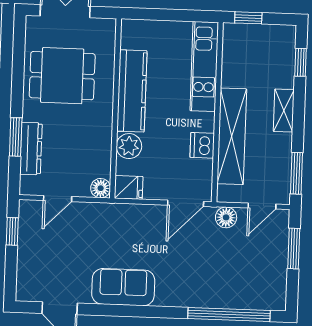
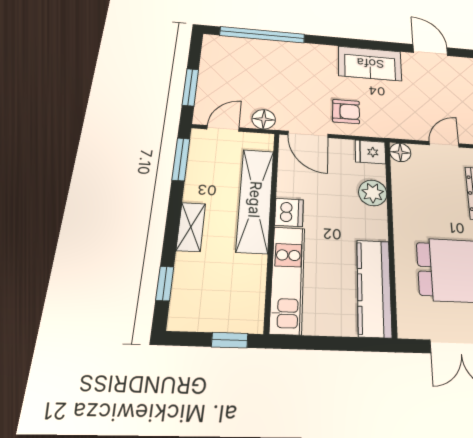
kitchen counter: (132, 91) -> (374, 288), moved
dishwasher: (202, 145) -> (289, 212), moved
door: (186, 203) -> (308, 134), swing flipped
armchair: (149, 230) -> (346, 111), added

